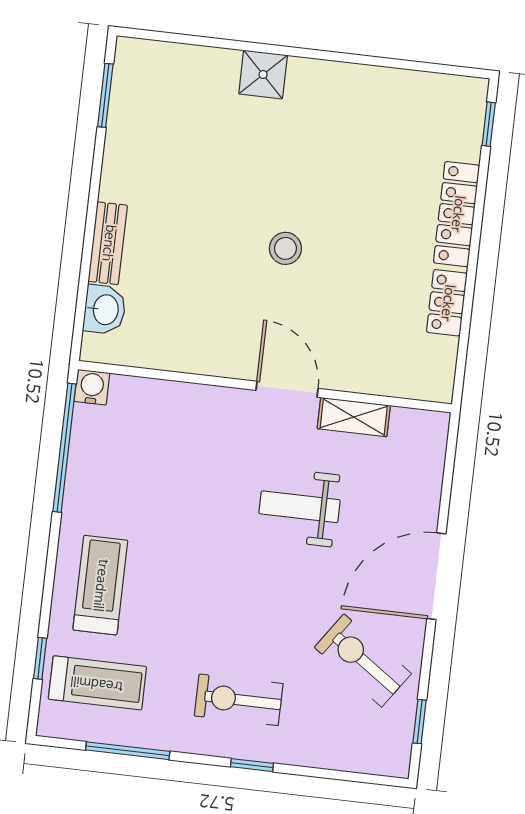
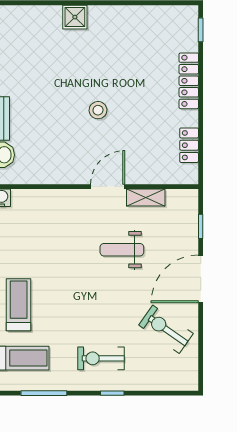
locker: (447, 303) -> (189, 145), moved
door: (287, 389) -> (108, 187), hinge flipped
window: (420, 722) -> (201, 226), moved

